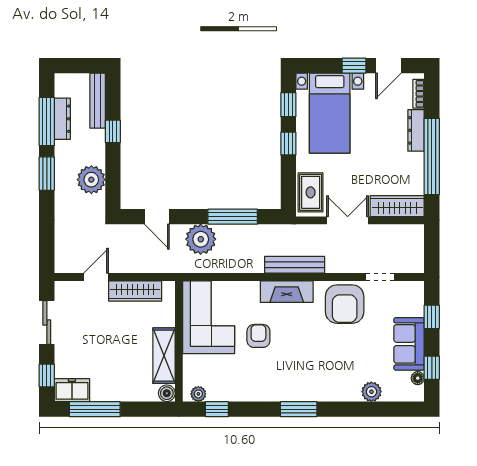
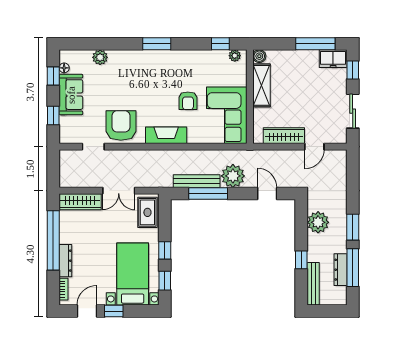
bench: (295, 265) -> (197, 181), moved

